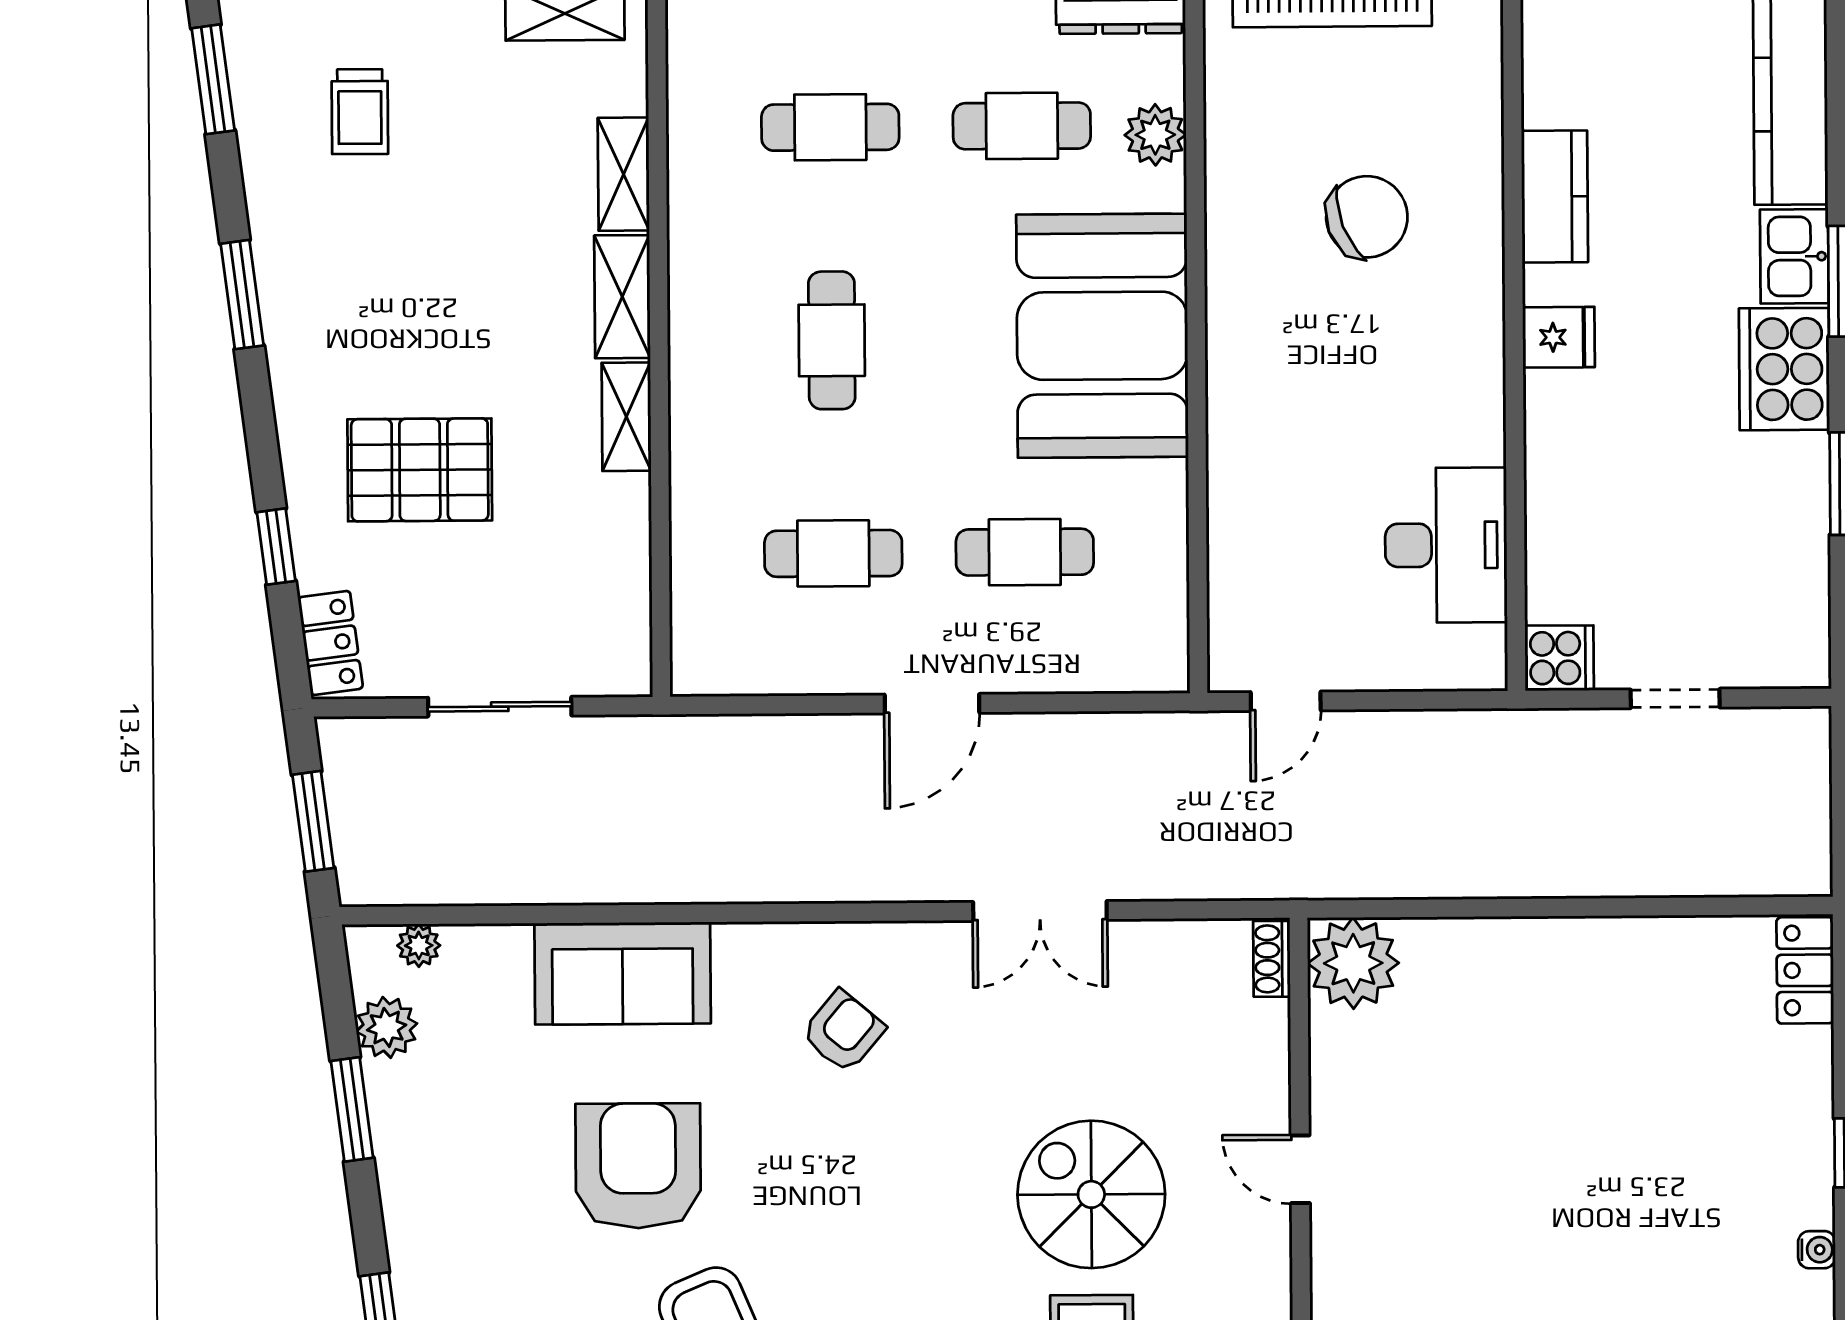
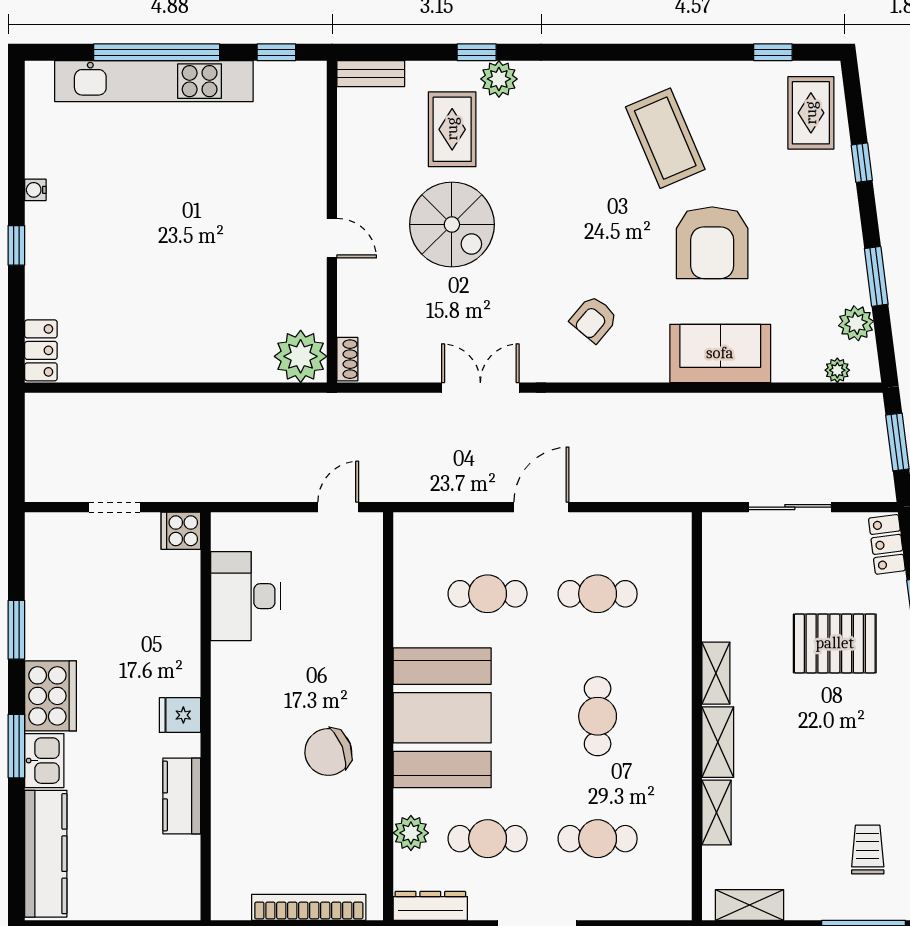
chair: (1367, 217) -> (328, 752), moved

